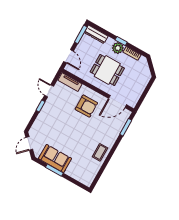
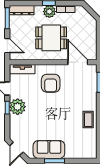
door: (118, 102) -> (78, 62), swing flipped
armchair: (86, 106) -> (51, 83), turned 90
plant: (49, 110) -> (18, 107), added

